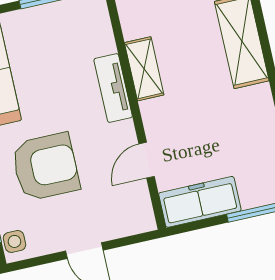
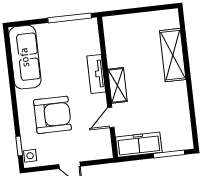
shelving: (144, 69) -> (117, 85), moved

